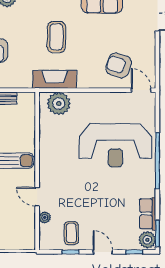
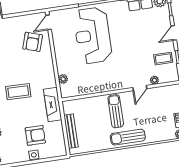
fireplace: (55, 79) -> (53, 104), moved
plant: (59, 103) -> (63, 79), width x0.53, depth x0.53
reception desk: (115, 145) -> (93, 35), turned 180

